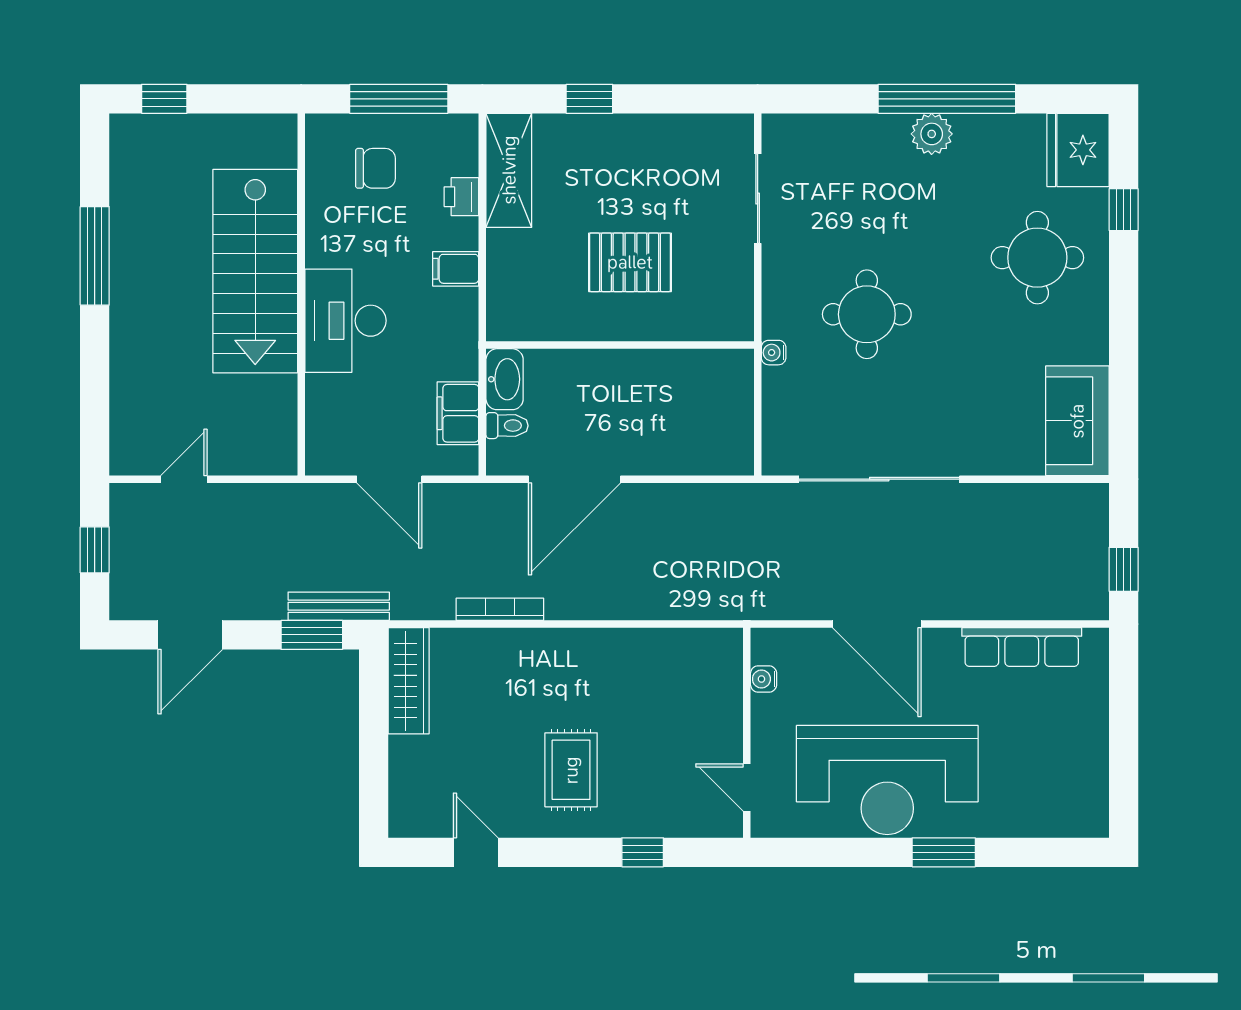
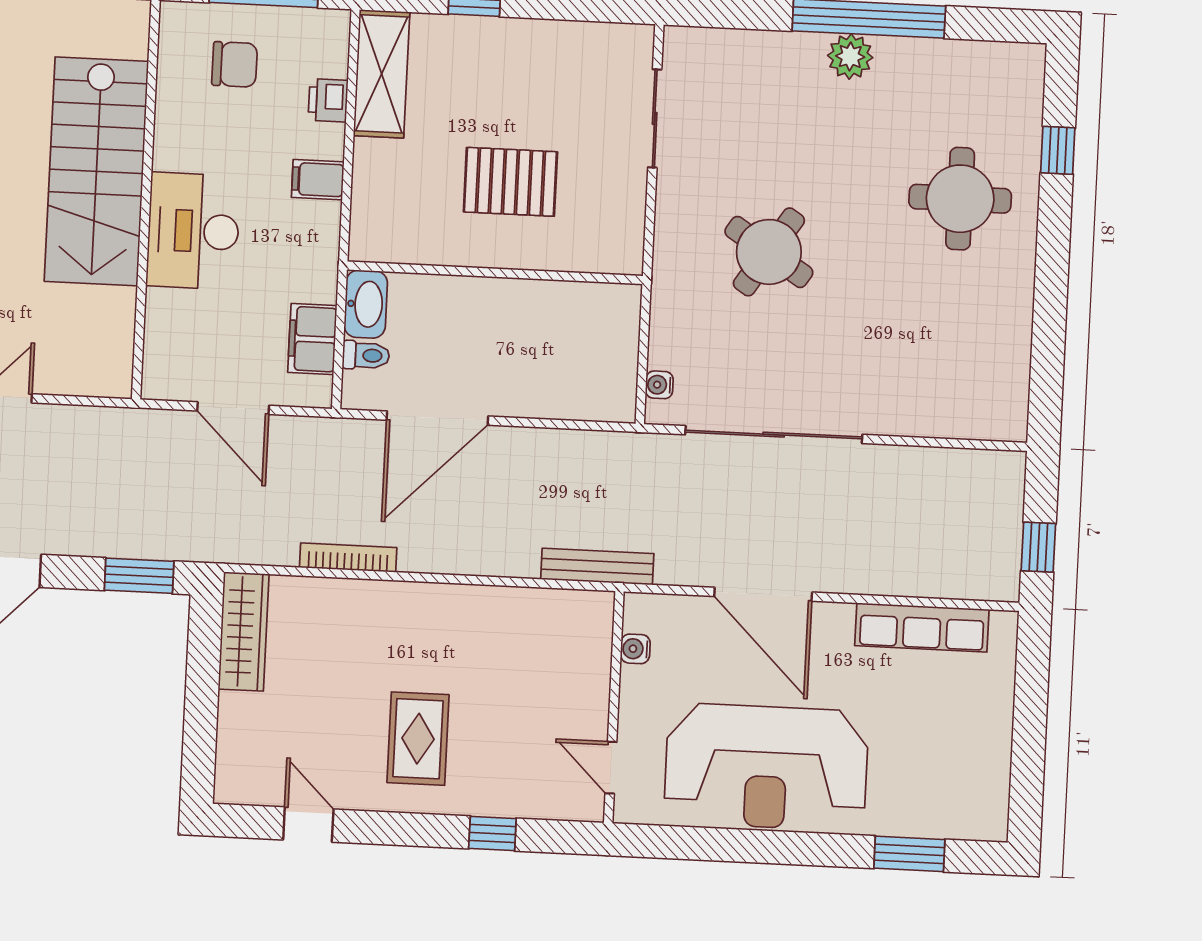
fridge: (1078, 150) -> (1011, 82), removed
round table: (867, 314) -> (769, 252), turned 33
water cooler: (774, 353) -> (659, 385), moved
sofa: (1077, 421) -> (995, 381), removed
bench: (339, 606) -> (597, 566), moved
window: (944, 852) -> (909, 854), moved

